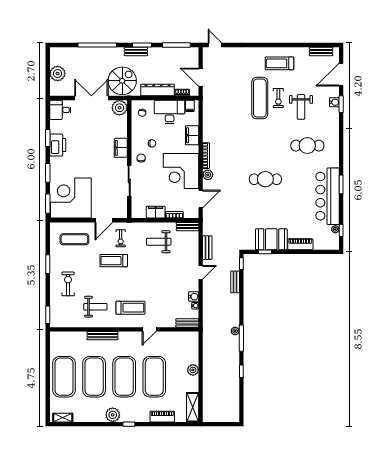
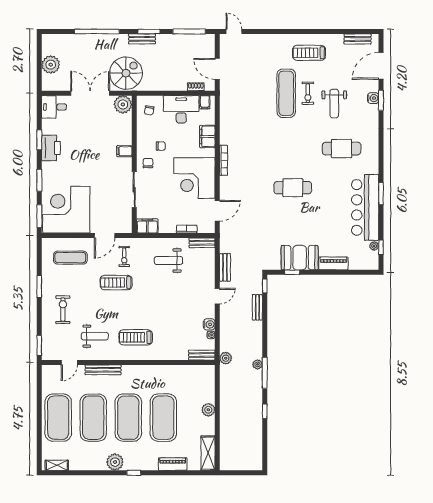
dresser: (158, 90) -> (167, 84), removed
filing cabinet: (121, 148) -> (124, 151), width x0.50
plant: (208, 175) -> (226, 358), moved
filing cabinet: (156, 212) -> (147, 226), moved
treadmill: (131, 308) -> (136, 337), turned 180
door: (149, 329) -> (69, 362), moved

